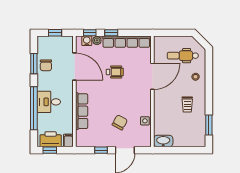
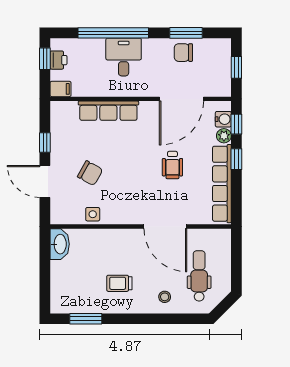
printer: (51, 139) -> (58, 60), width x0.53, depth x0.68

